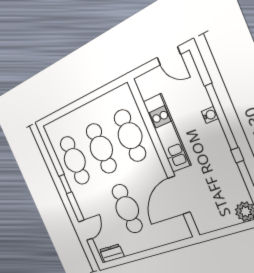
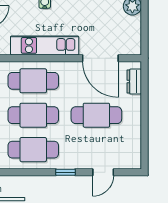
window: (65, 184) -> (66, 172), moved
door: (86, 230) -> (103, 172), swing flipped
dresser: (112, 253) -> (134, 81), moved

